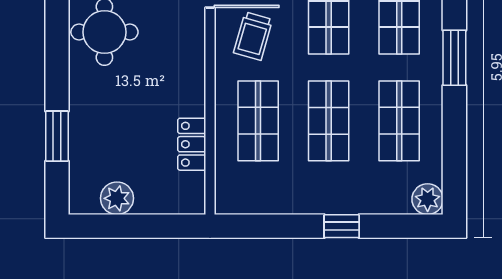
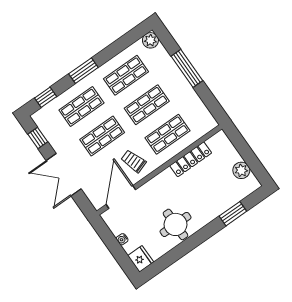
trolley: (253, 36) -> (134, 161), turned -125
locker: (192, 144) -> (191, 159), width x1.53
window: (342, 226) -> (187, 68), width x2.17

